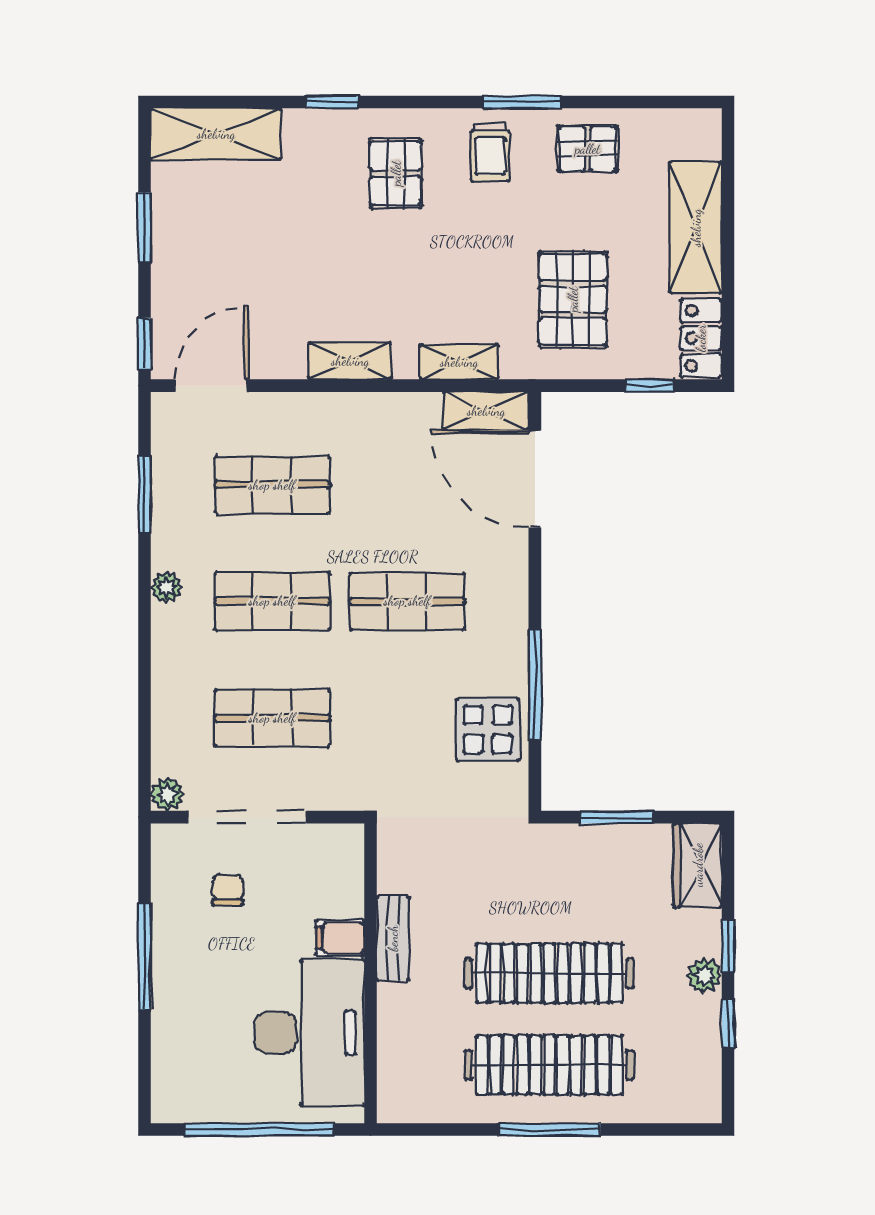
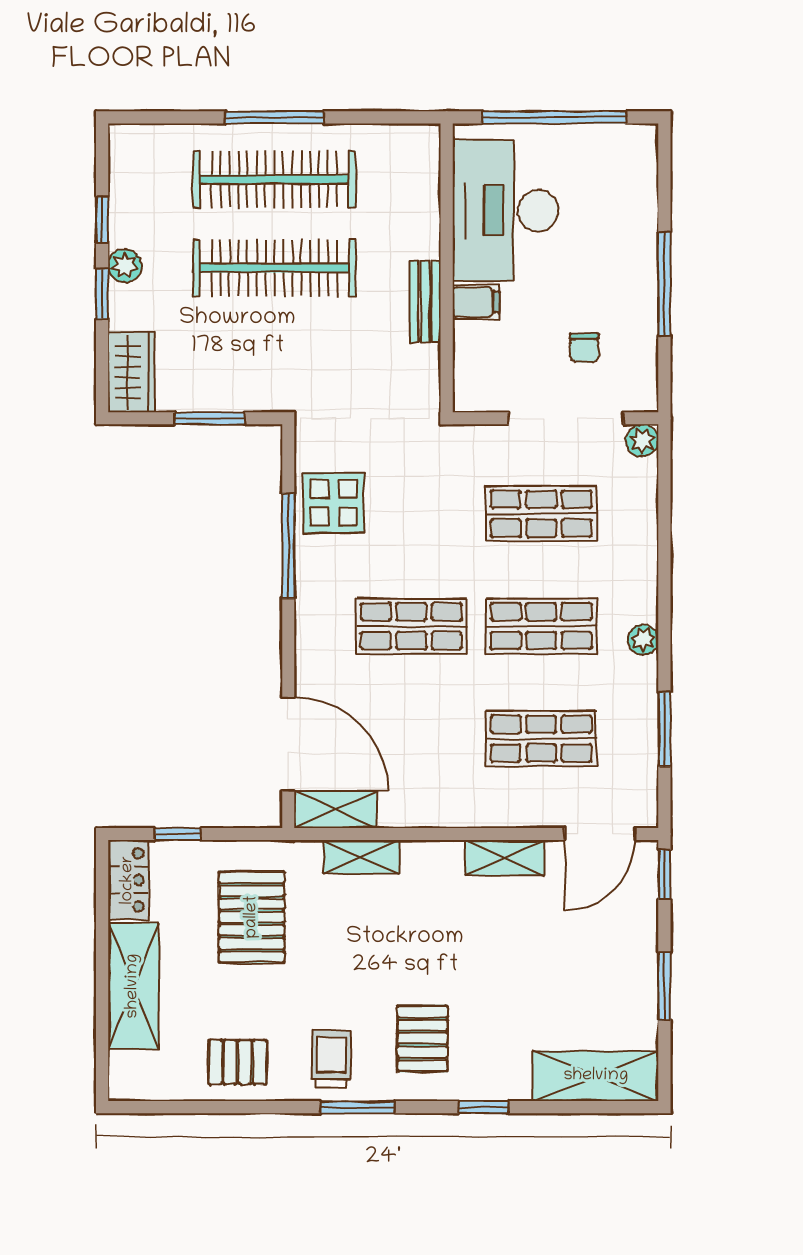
window: (522, 102) -> (358, 1107), moved
shelving: (350, 361) -> (505, 858), moved

